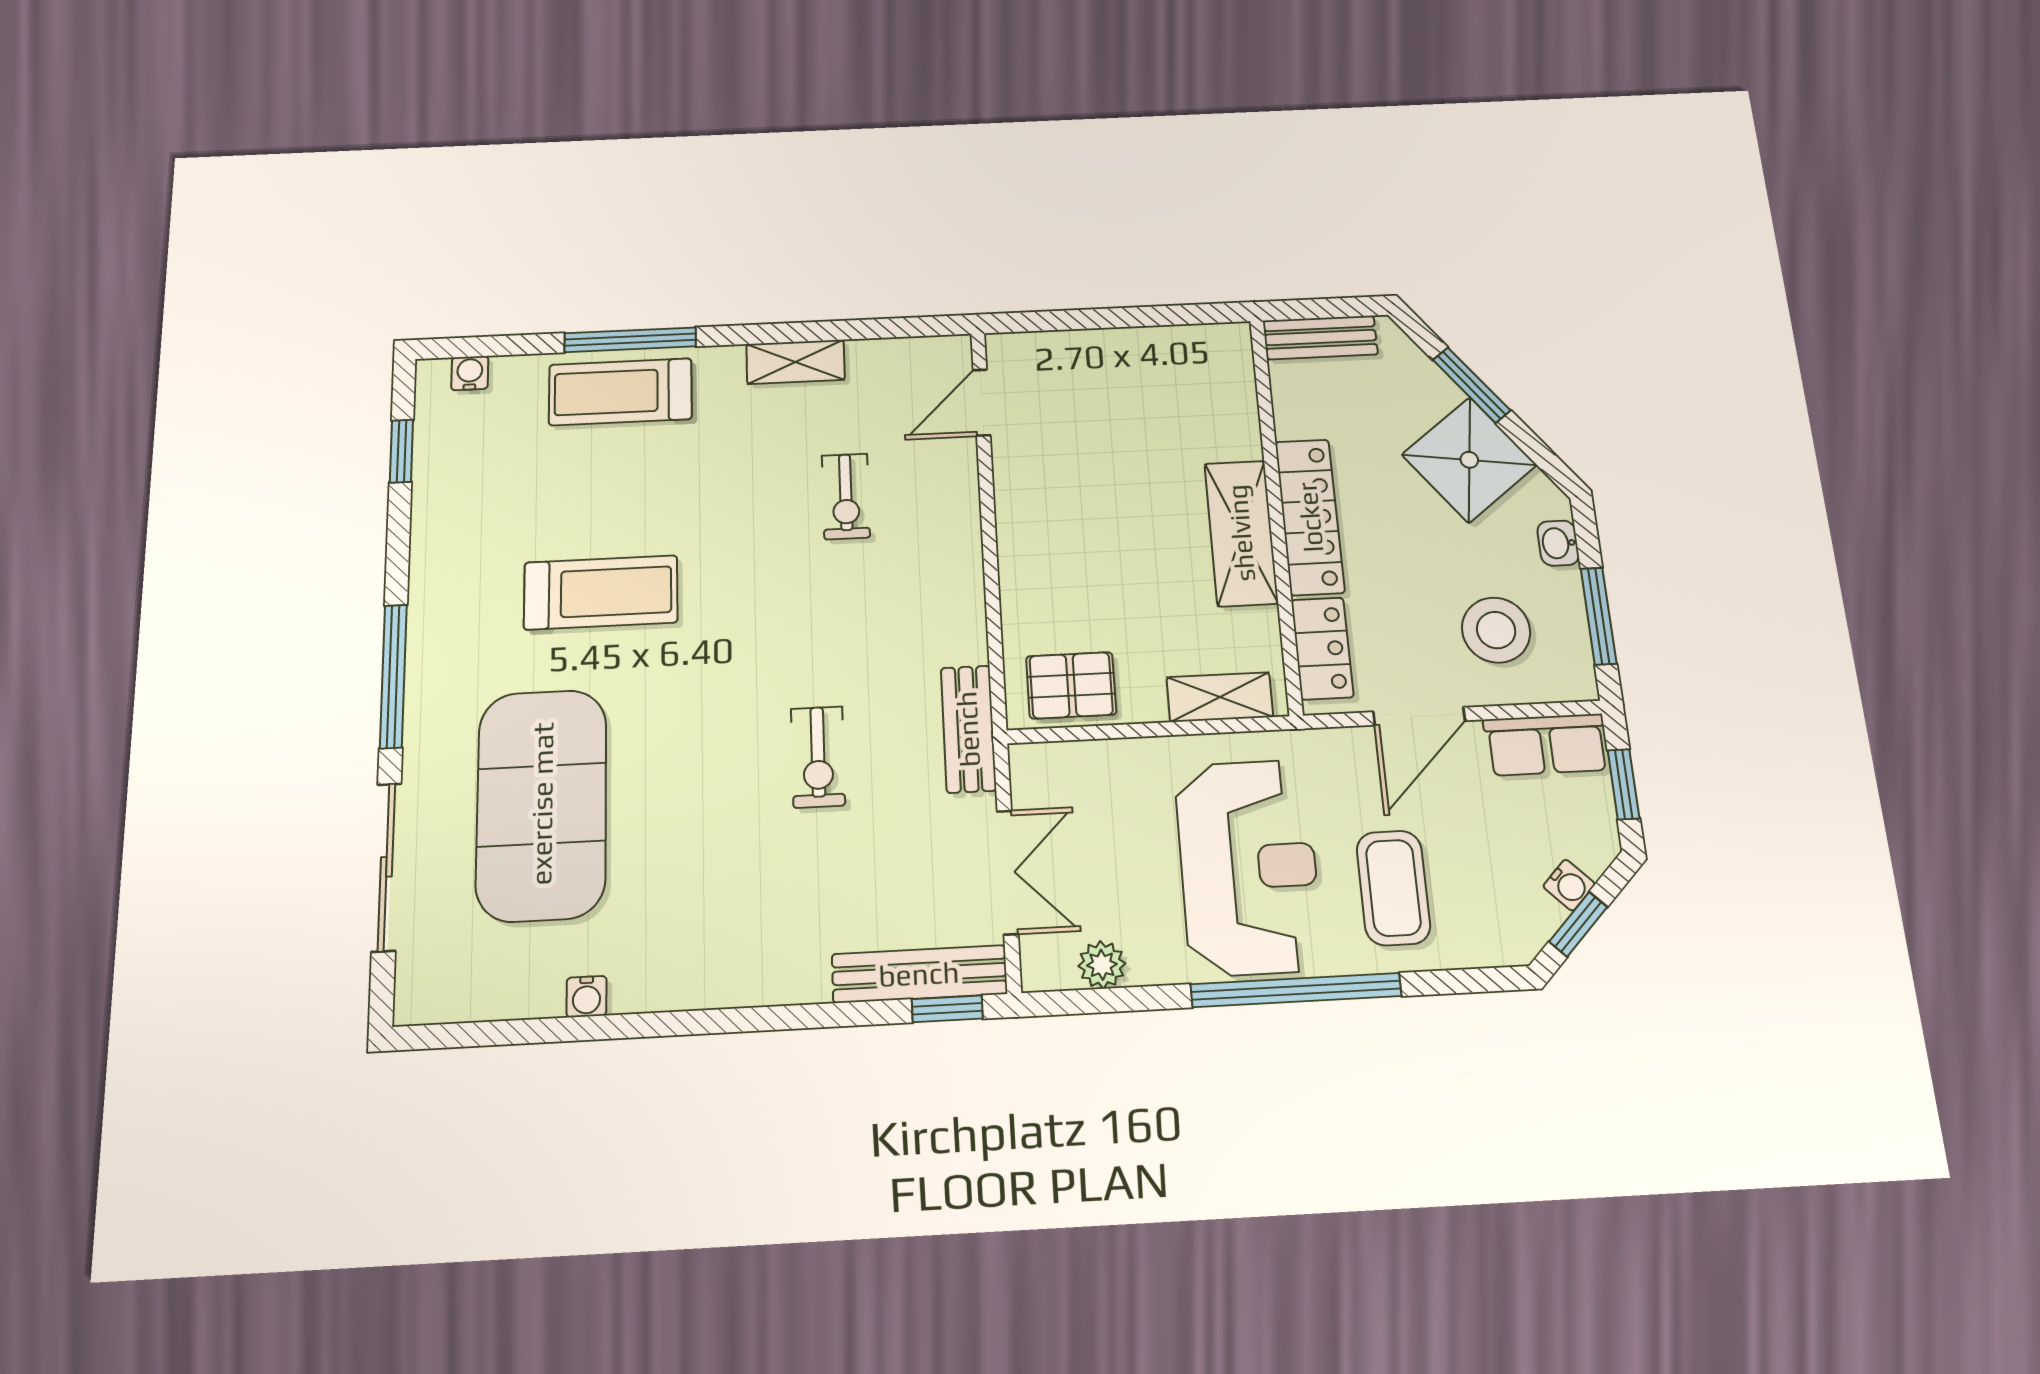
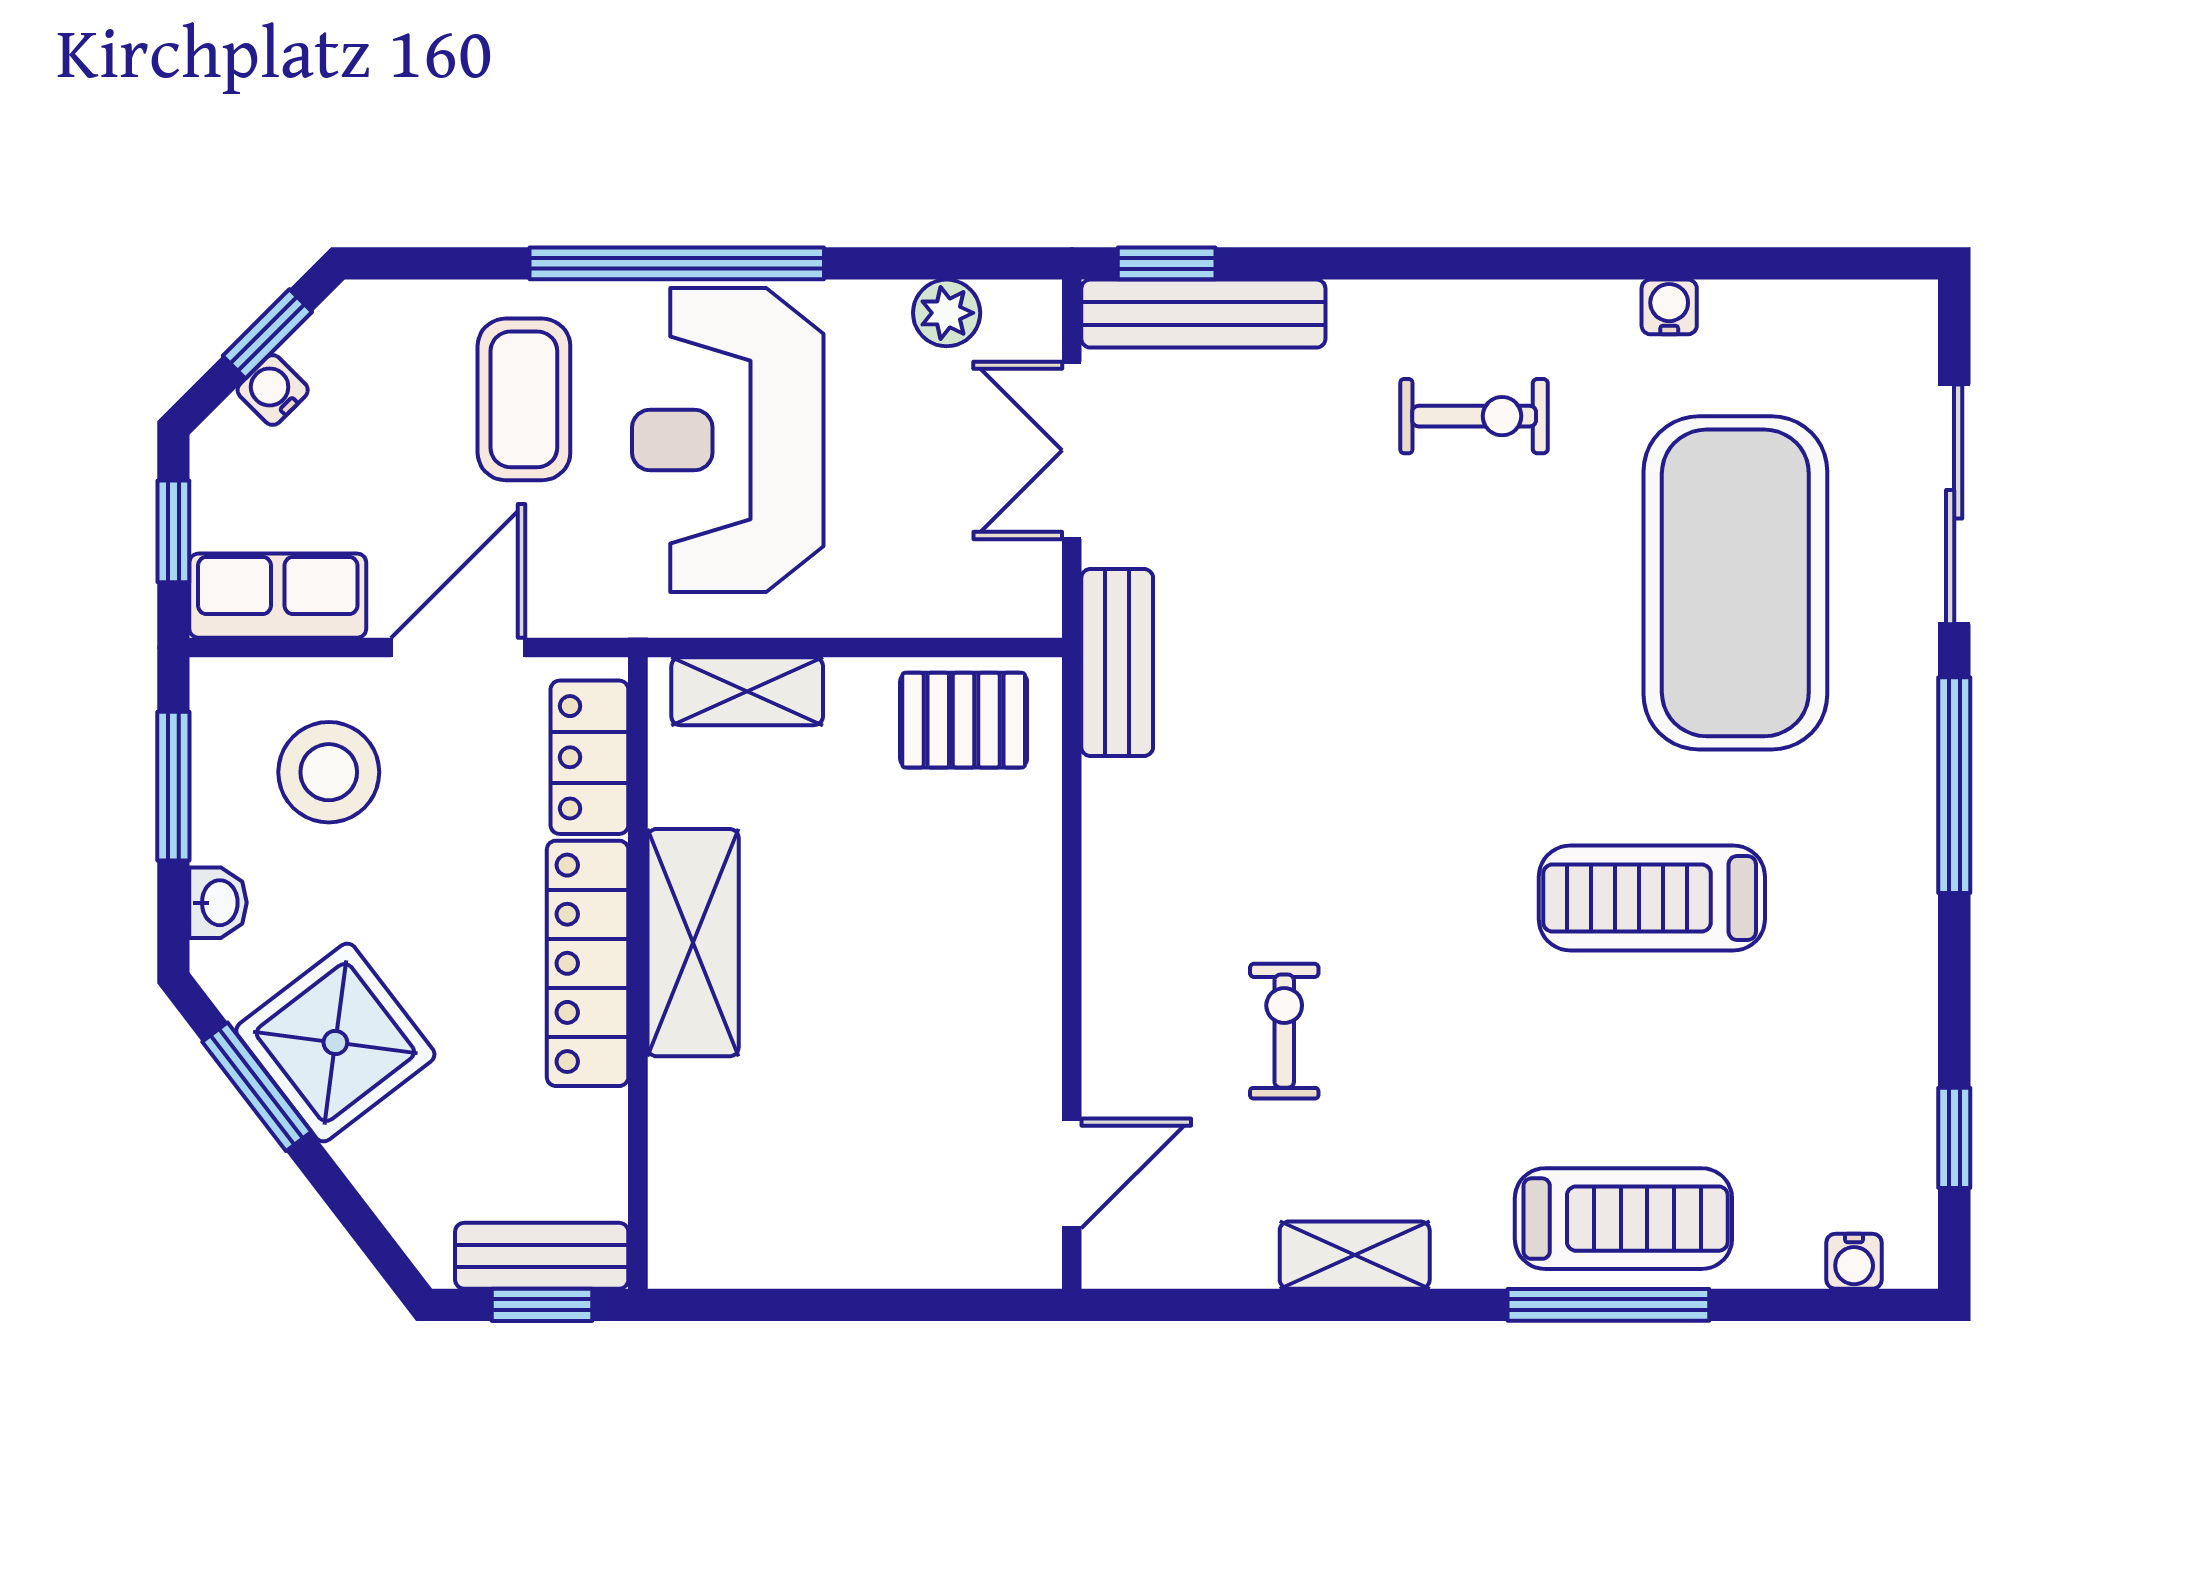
window: (1317, 309) -> (542, 1305), added
window: (1472, 385) -> (257, 1087), moved
exercise bike: (818, 757) -> (1474, 416), moved, turned 90

